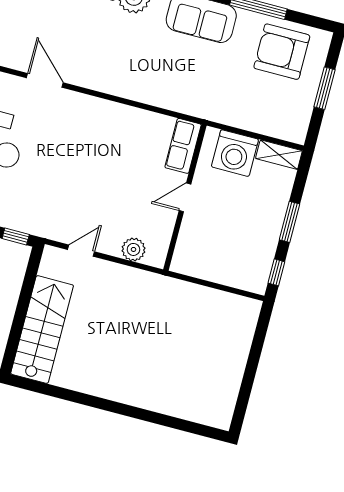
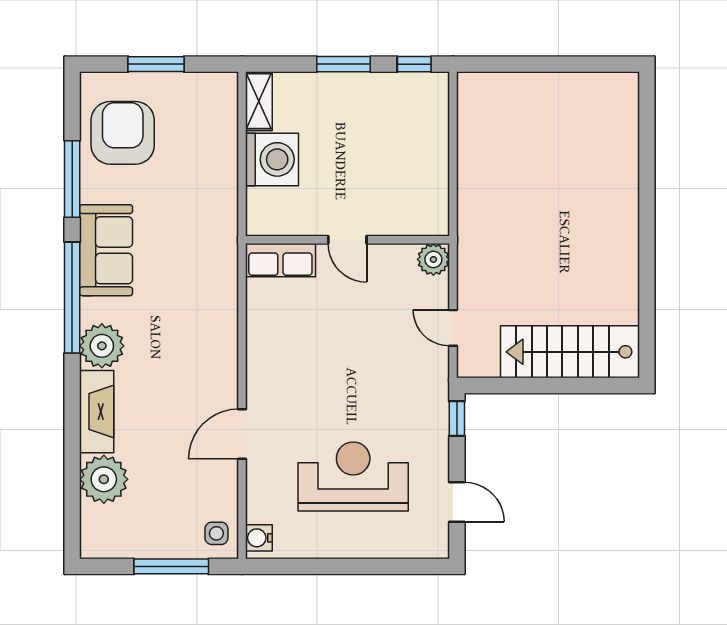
armchair: (282, 52) -> (123, 133), turned 180
row of seats: (183, 146) -> (280, 260), moved
door: (185, 197) -> (347, 240), moved
wall: (185, 197) -> (347, 240), moved

